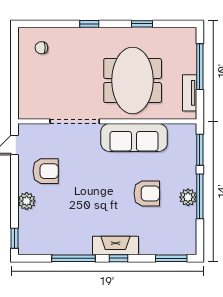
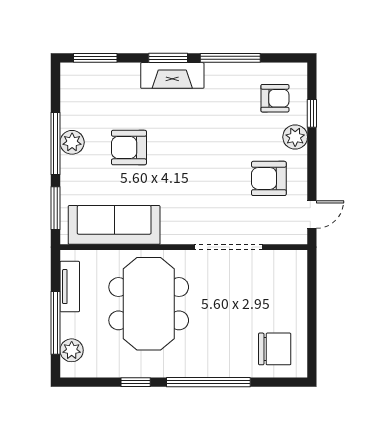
window: (89, 24) -> (208, 382), width x3.17
plant: (188, 47) -> (72, 350), added
chair: (41, 48) -> (275, 349), width x1.87, depth x1.87
sofa: (134, 137) -> (114, 225), moved
armchair: (41, 229) -> (275, 98), added
window: (14, 238) -> (312, 113), moved
window: (118, 258) -> (168, 58), width x1.50

